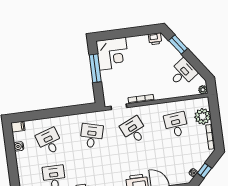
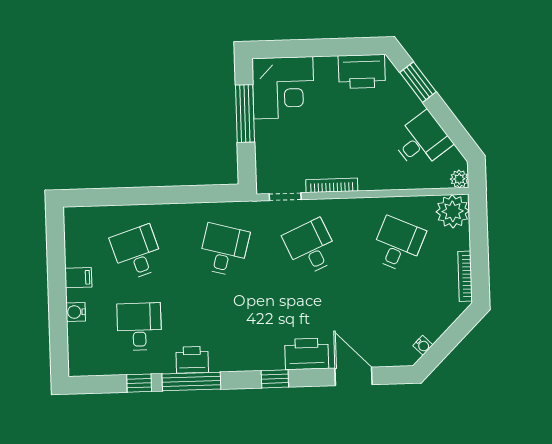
printer: (155, 39) -> (362, 72), width x1.87, depth x1.48
plant: (203, 116) -> (453, 211), moved
desk: (176, 125) -> (398, 244), turned 30
filing cabinet: (18, 127) -> (78, 278), moved
water cooler: (19, 146) -> (76, 312), moved
window: (204, 171) -> (446, 344), removed

